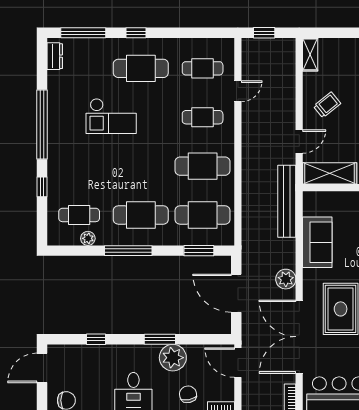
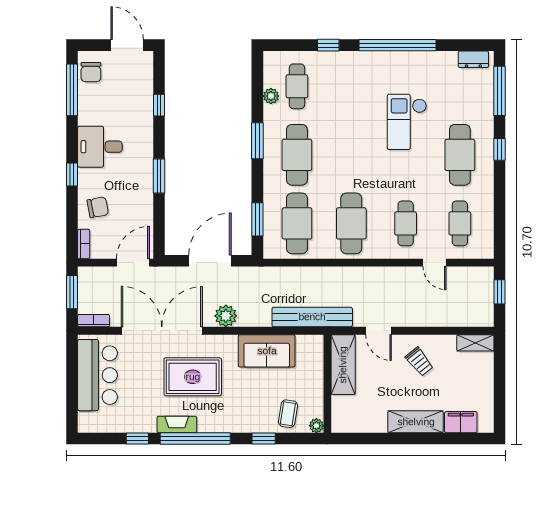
window: (128, 251) -> (257, 141), width x0.69
plant: (173, 358) -> (138, 190), removed

